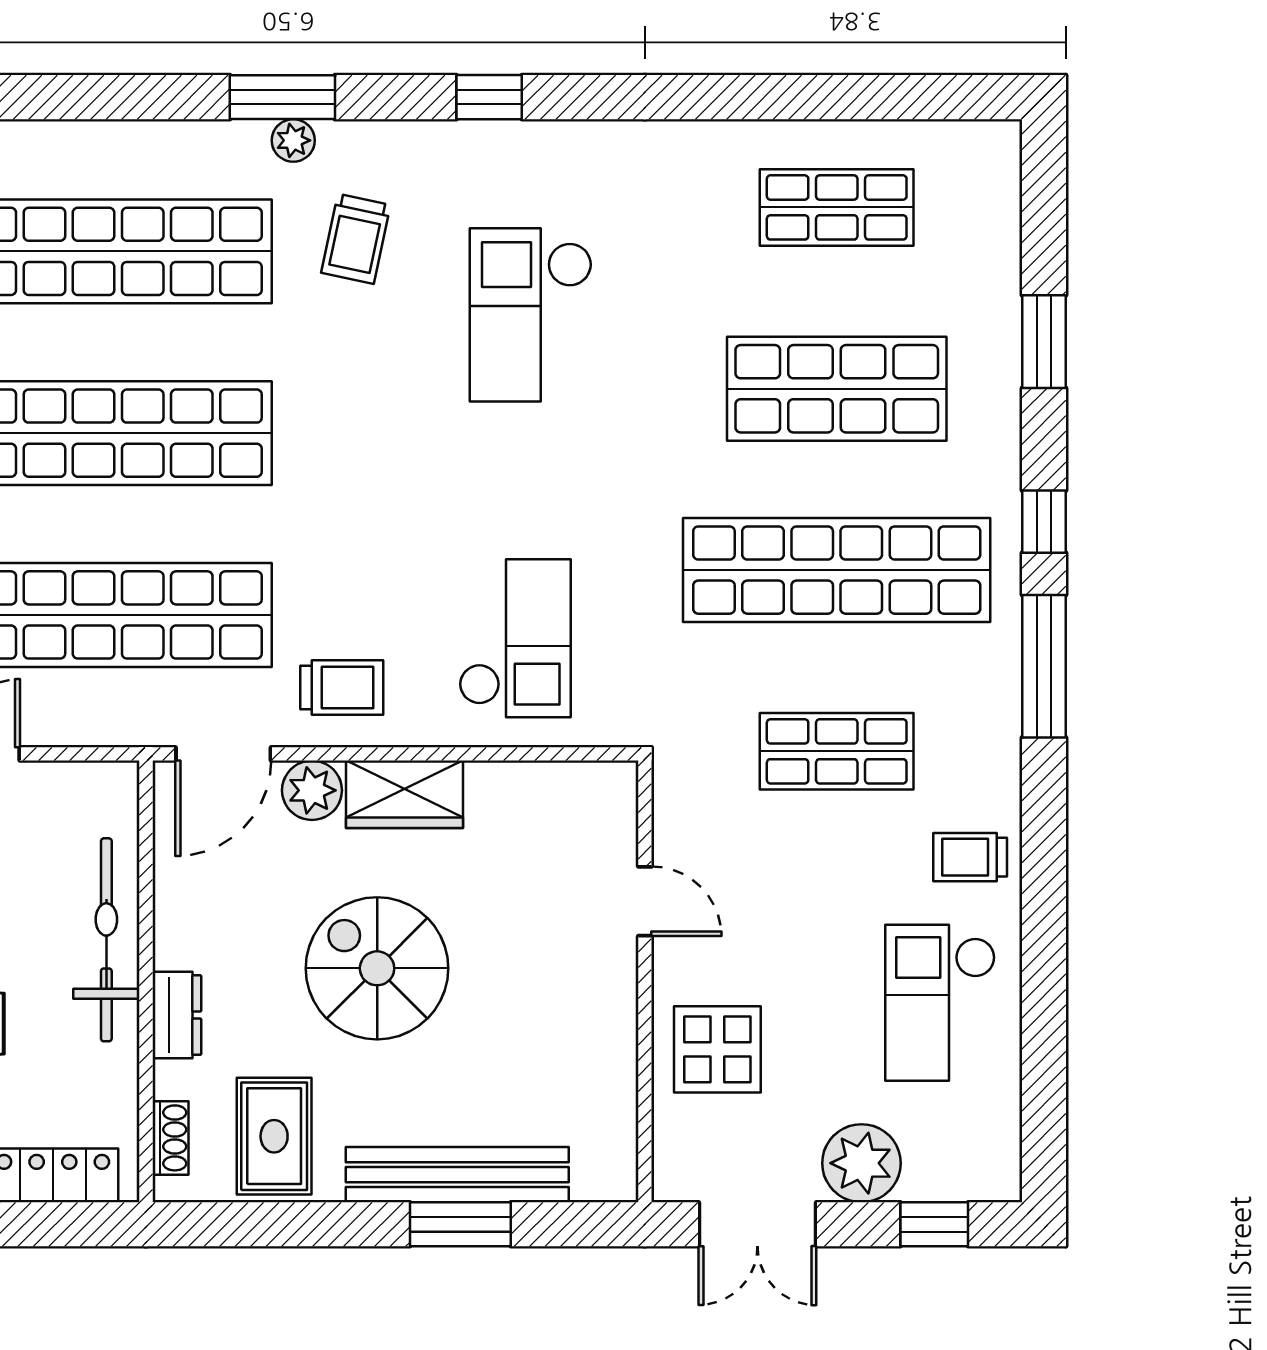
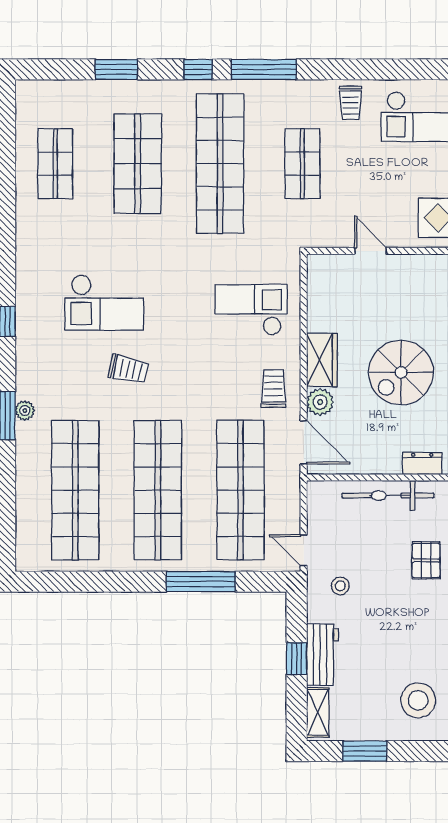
trolley: (356, 239) -> (128, 369), moved
door: (645, 901) -> (371, 251), hinge flipped

